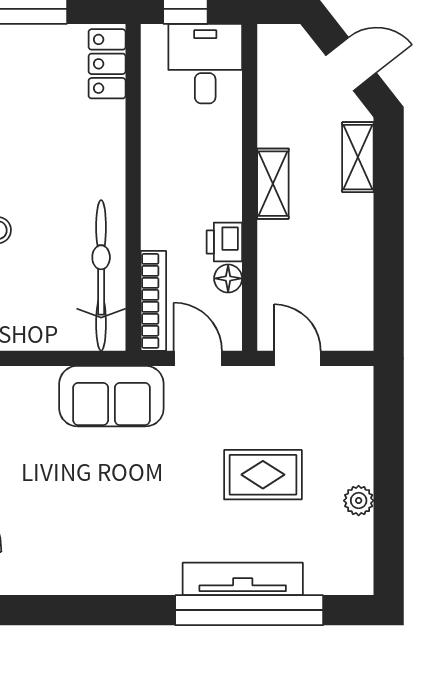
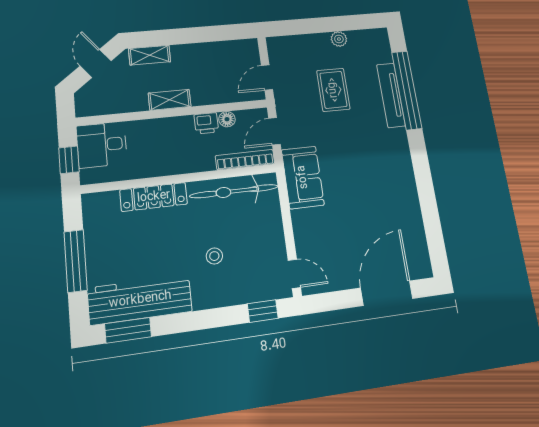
locker: (107, 64) -> (154, 197), moved, width x1.53

